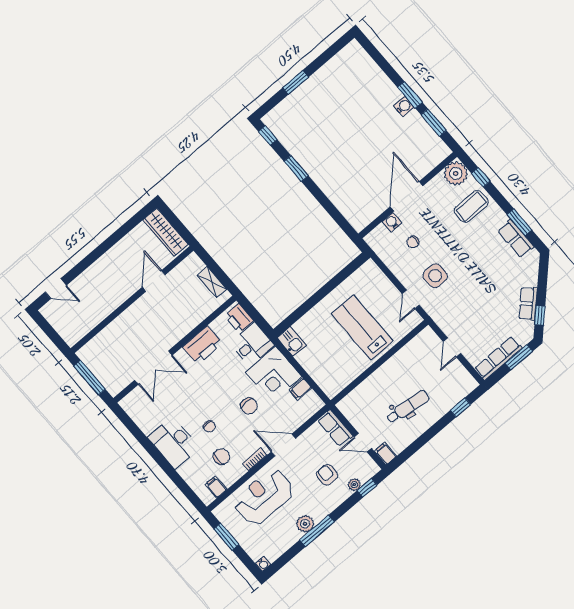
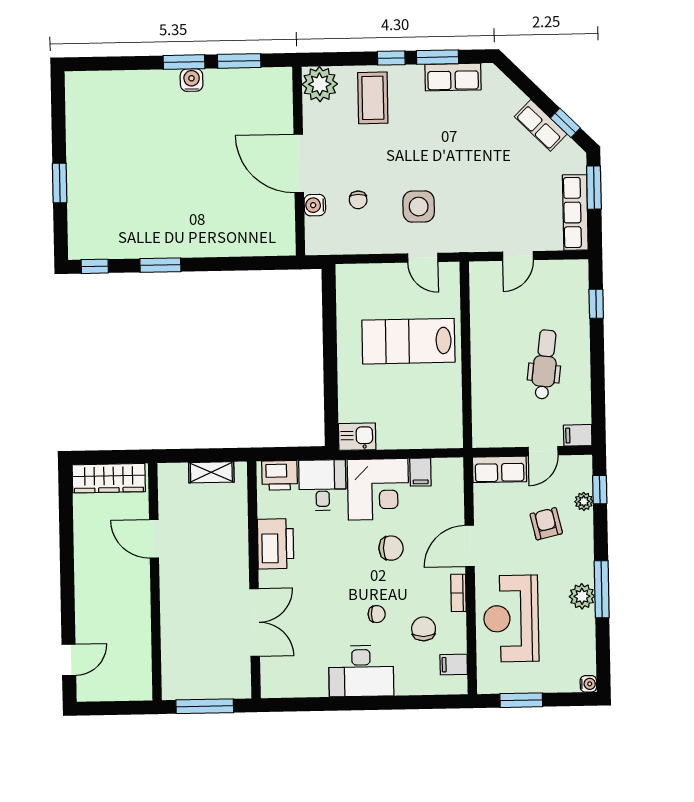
window: (481, 177) -> (391, 58), moved
door: (452, 347) -> (518, 256), hinge flipped
armchair: (327, 475) -> (546, 524), turned 77

